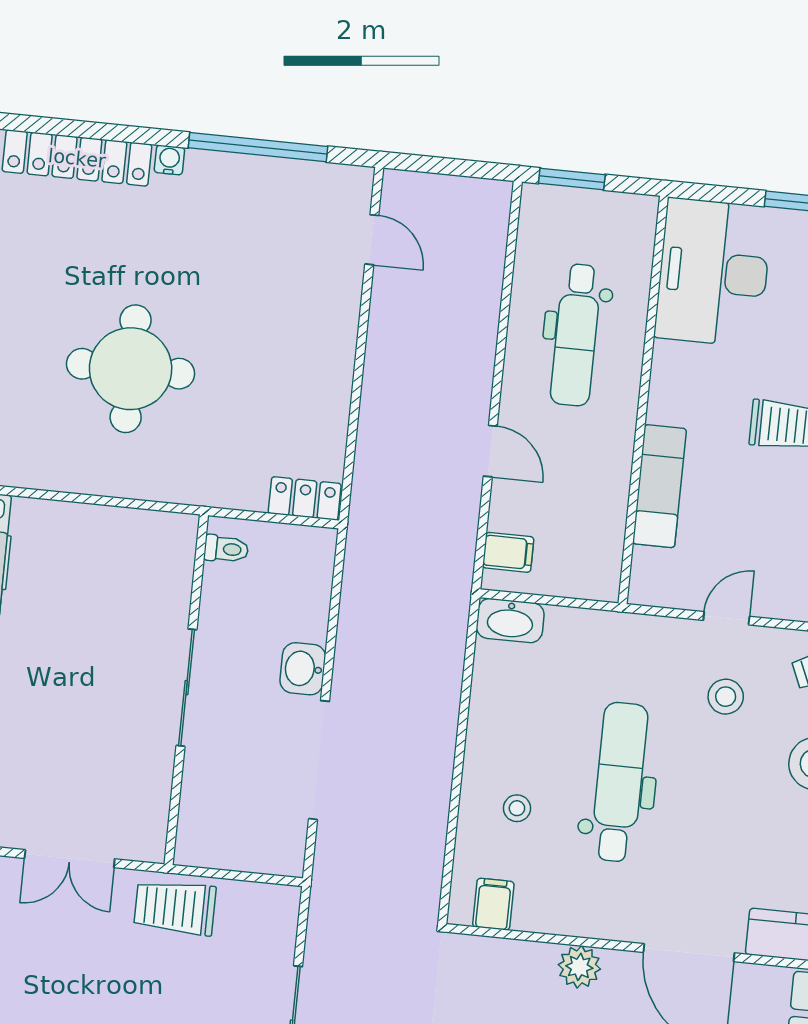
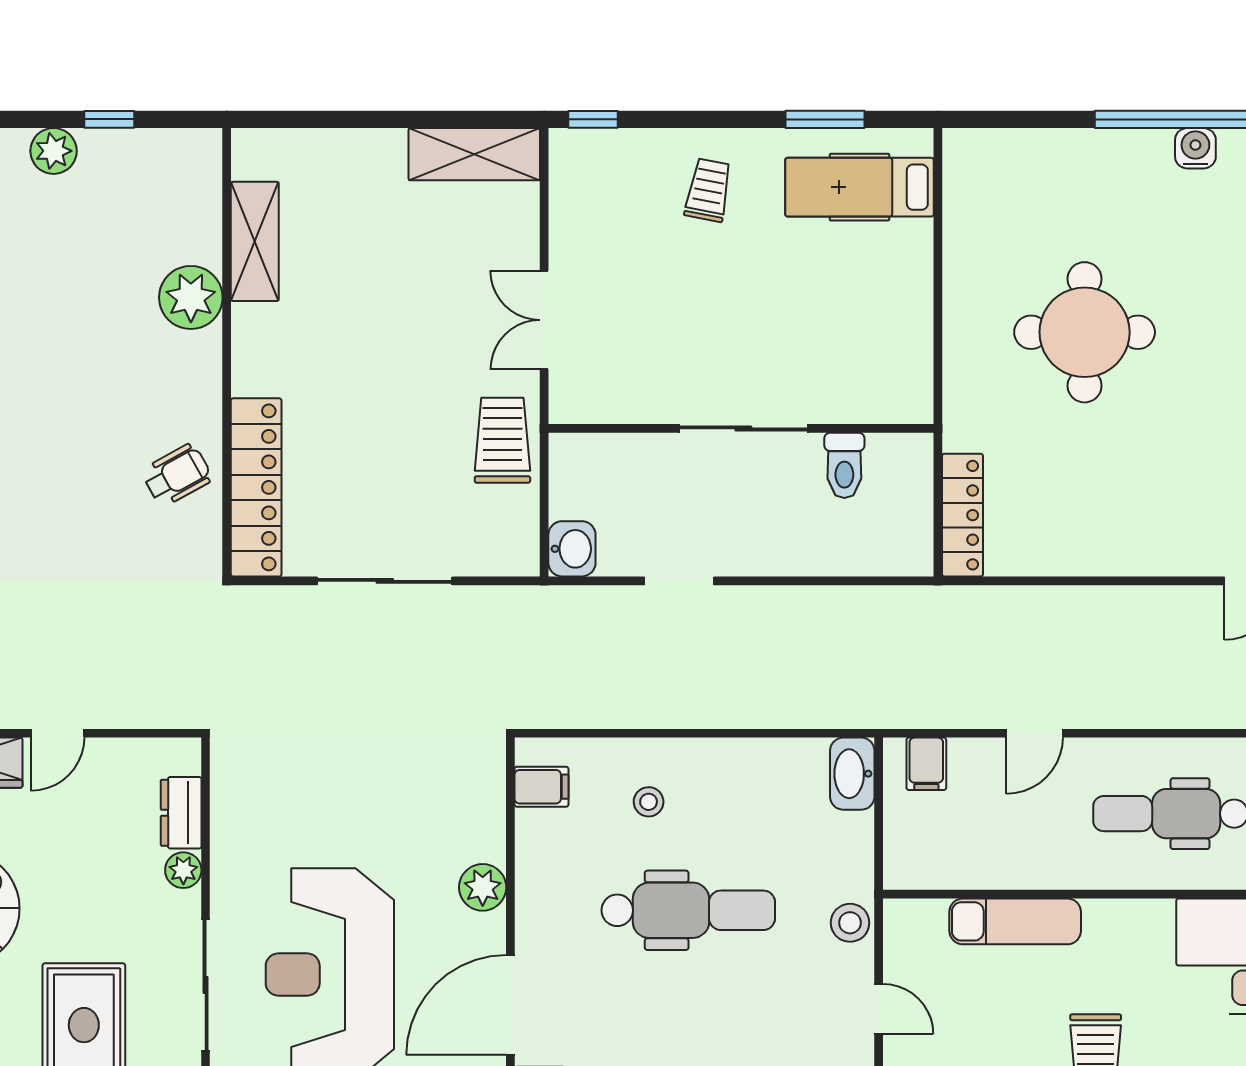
locker: (305, 498) -> (962, 515), width x1.53
toilet: (226, 549) -> (844, 465), moved, width x1.37, depth x1.39
washbasin: (303, 669) -> (572, 549), moved, turned 90
stool: (726, 697) -> (850, 923), moved
doorway: (319, 760) -> (679, 581), width x0.53

